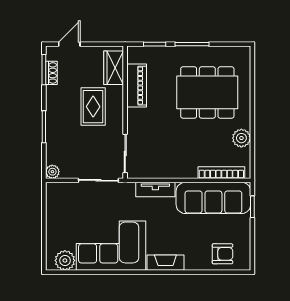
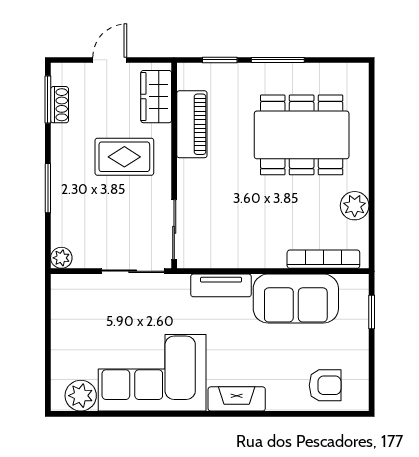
door: (69, 44) -> (110, 60), moved
rug: (93, 107) -> (124, 157), turned 90
sofa: (213, 198) -> (296, 299), width x0.73

